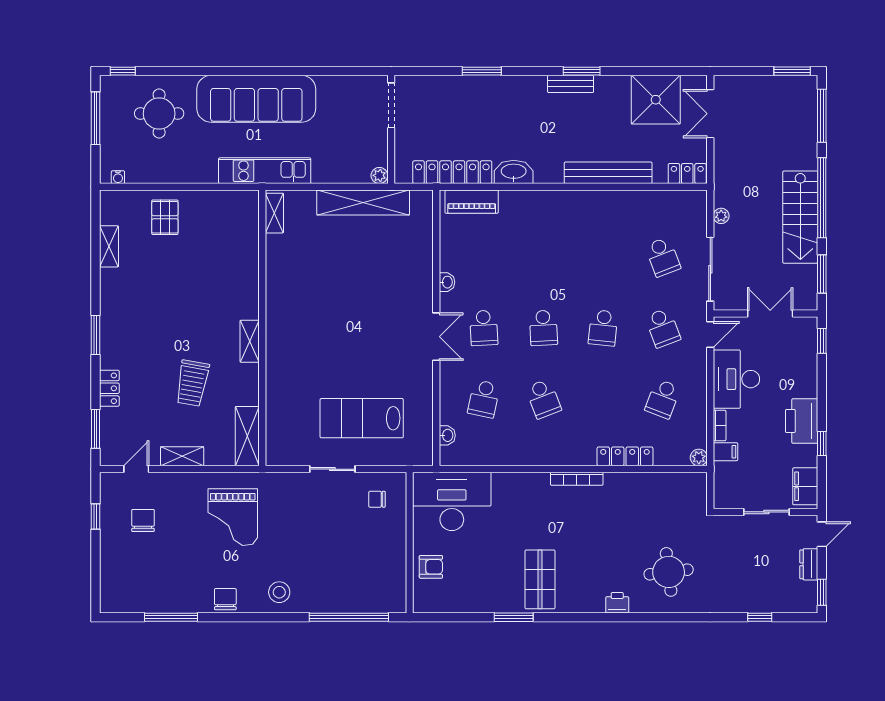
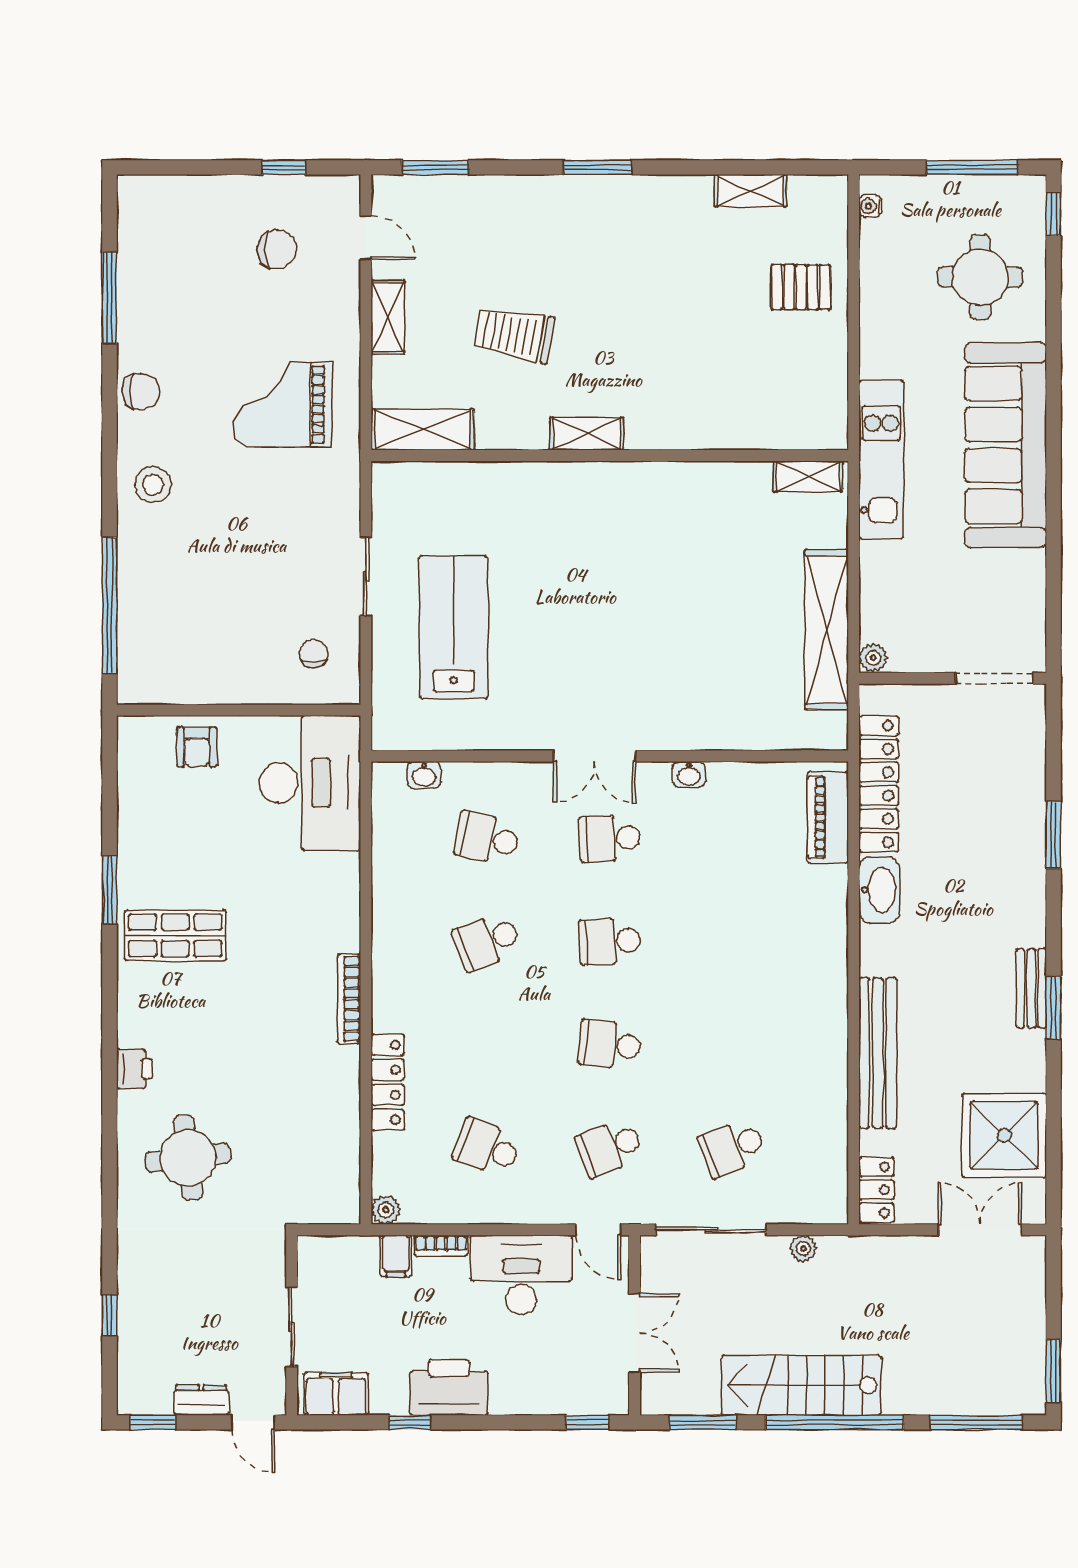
locker: (109, 388) -> (505, 191), removed

